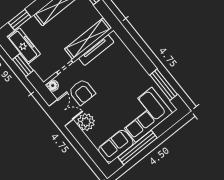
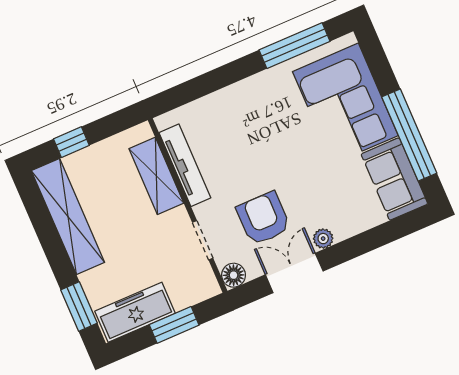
shelving: (88, 39) -> (156, 176), width x0.68
armchair: (82, 92) -> (263, 218), turned -90
plant: (86, 122) -> (323, 239), width x0.53, depth x0.53

